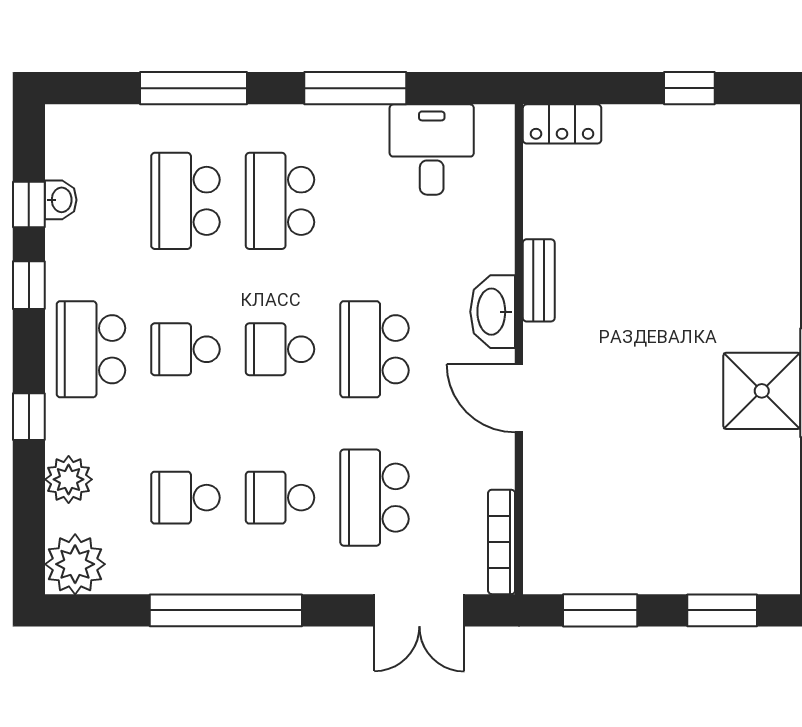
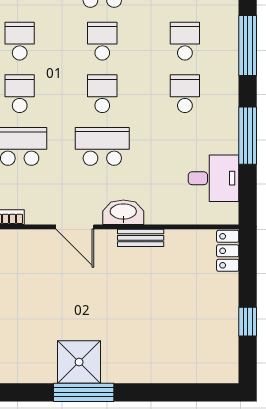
school desk: (185, 201) -> (185, 41), width x0.54
school desk: (280, 201) -> (185, 94), width x0.54
door: (519, 398) -> (75, 227), swing flipped

